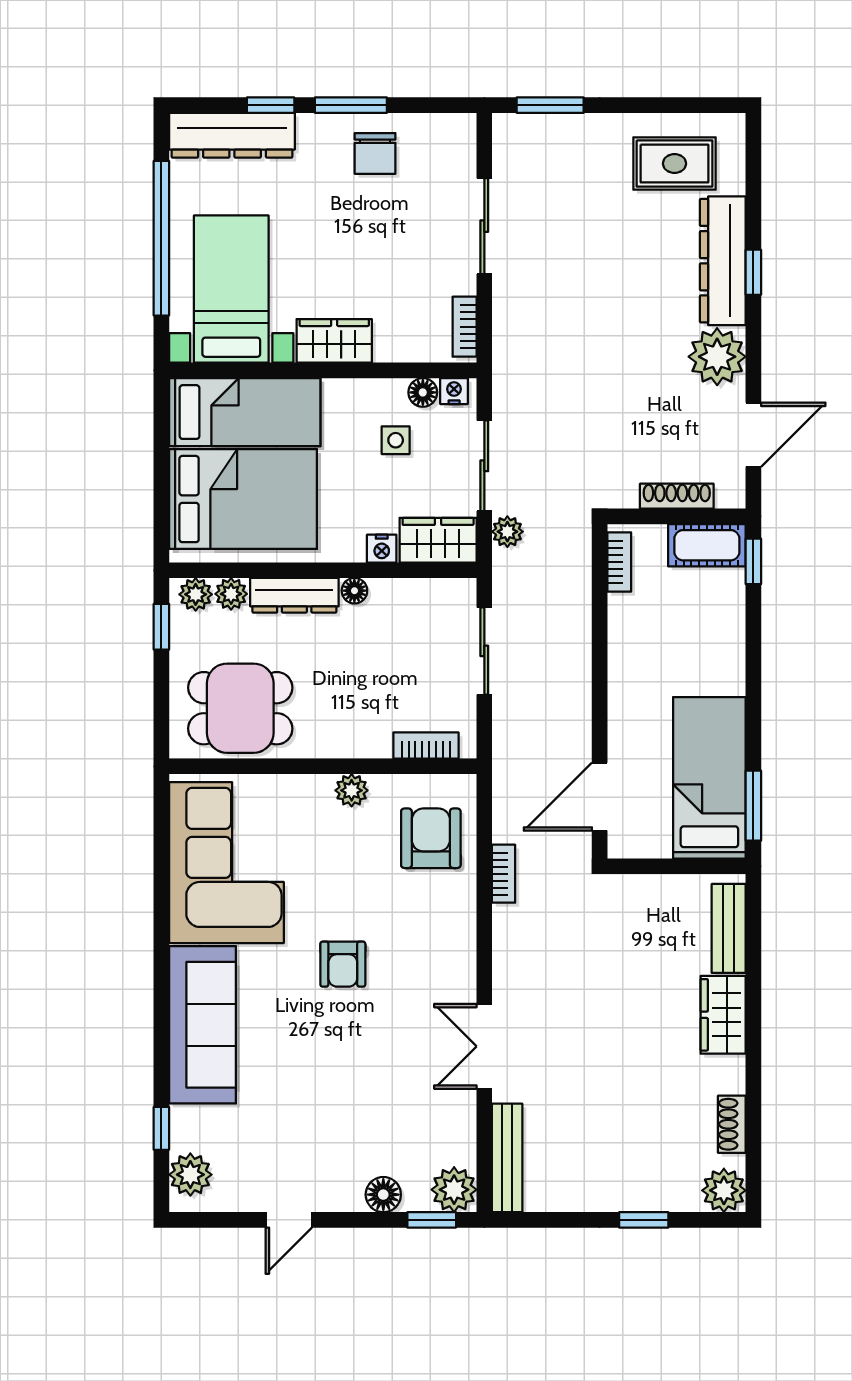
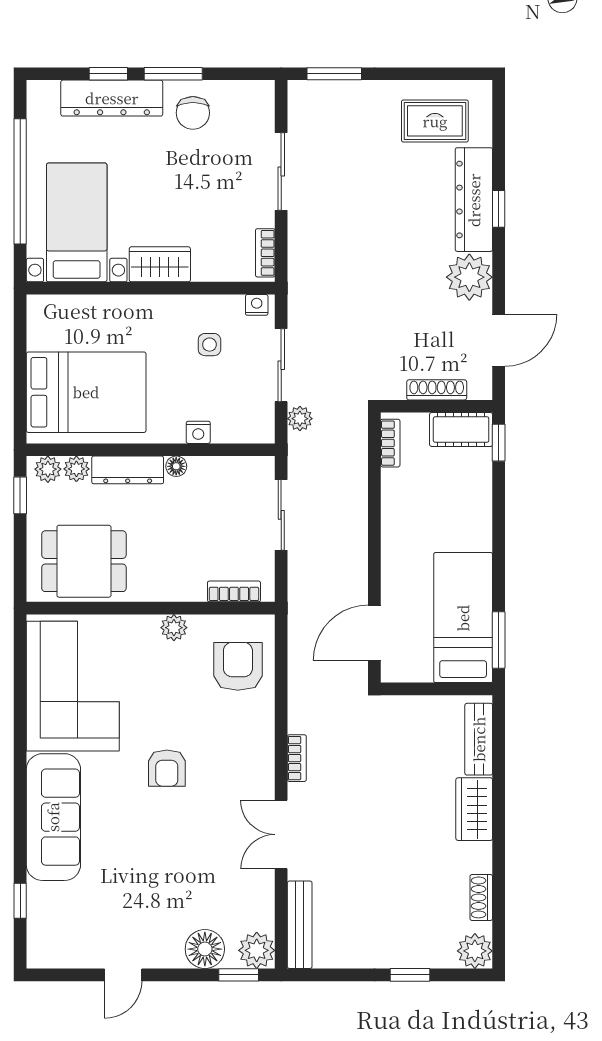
dresser: (232, 135) -> (112, 98), moved
floor lamp: (423, 392) -> (231, 306), removed
bed: (245, 412) -> (88, 322), removed
wardrobe: (438, 540) -> (244, 425), removed
bookcase: (504, 874) -> (297, 758), moved
plant: (190, 1175) -> (44, 938), removed
floor lamp: (383, 1195) -> (205, 949), width x1.38, depth x1.38

